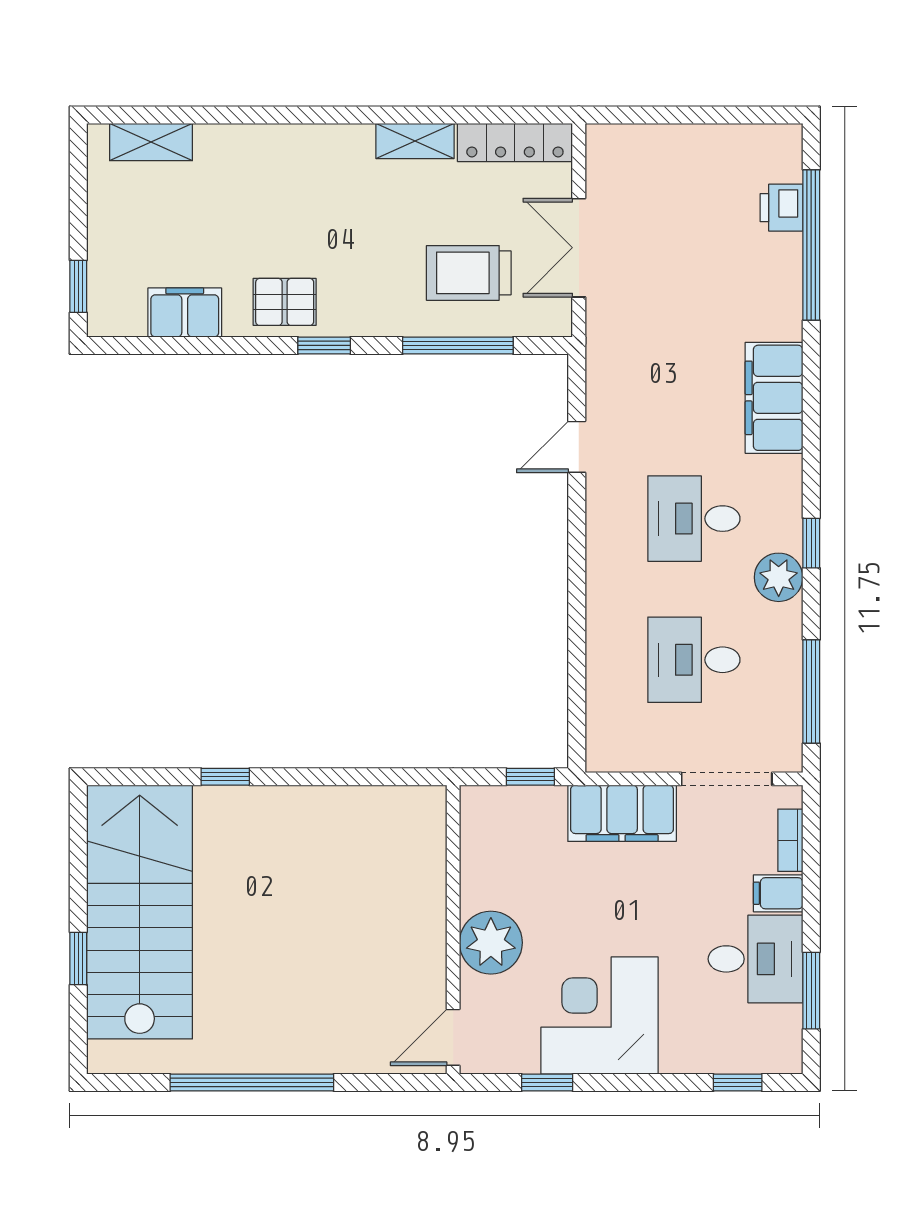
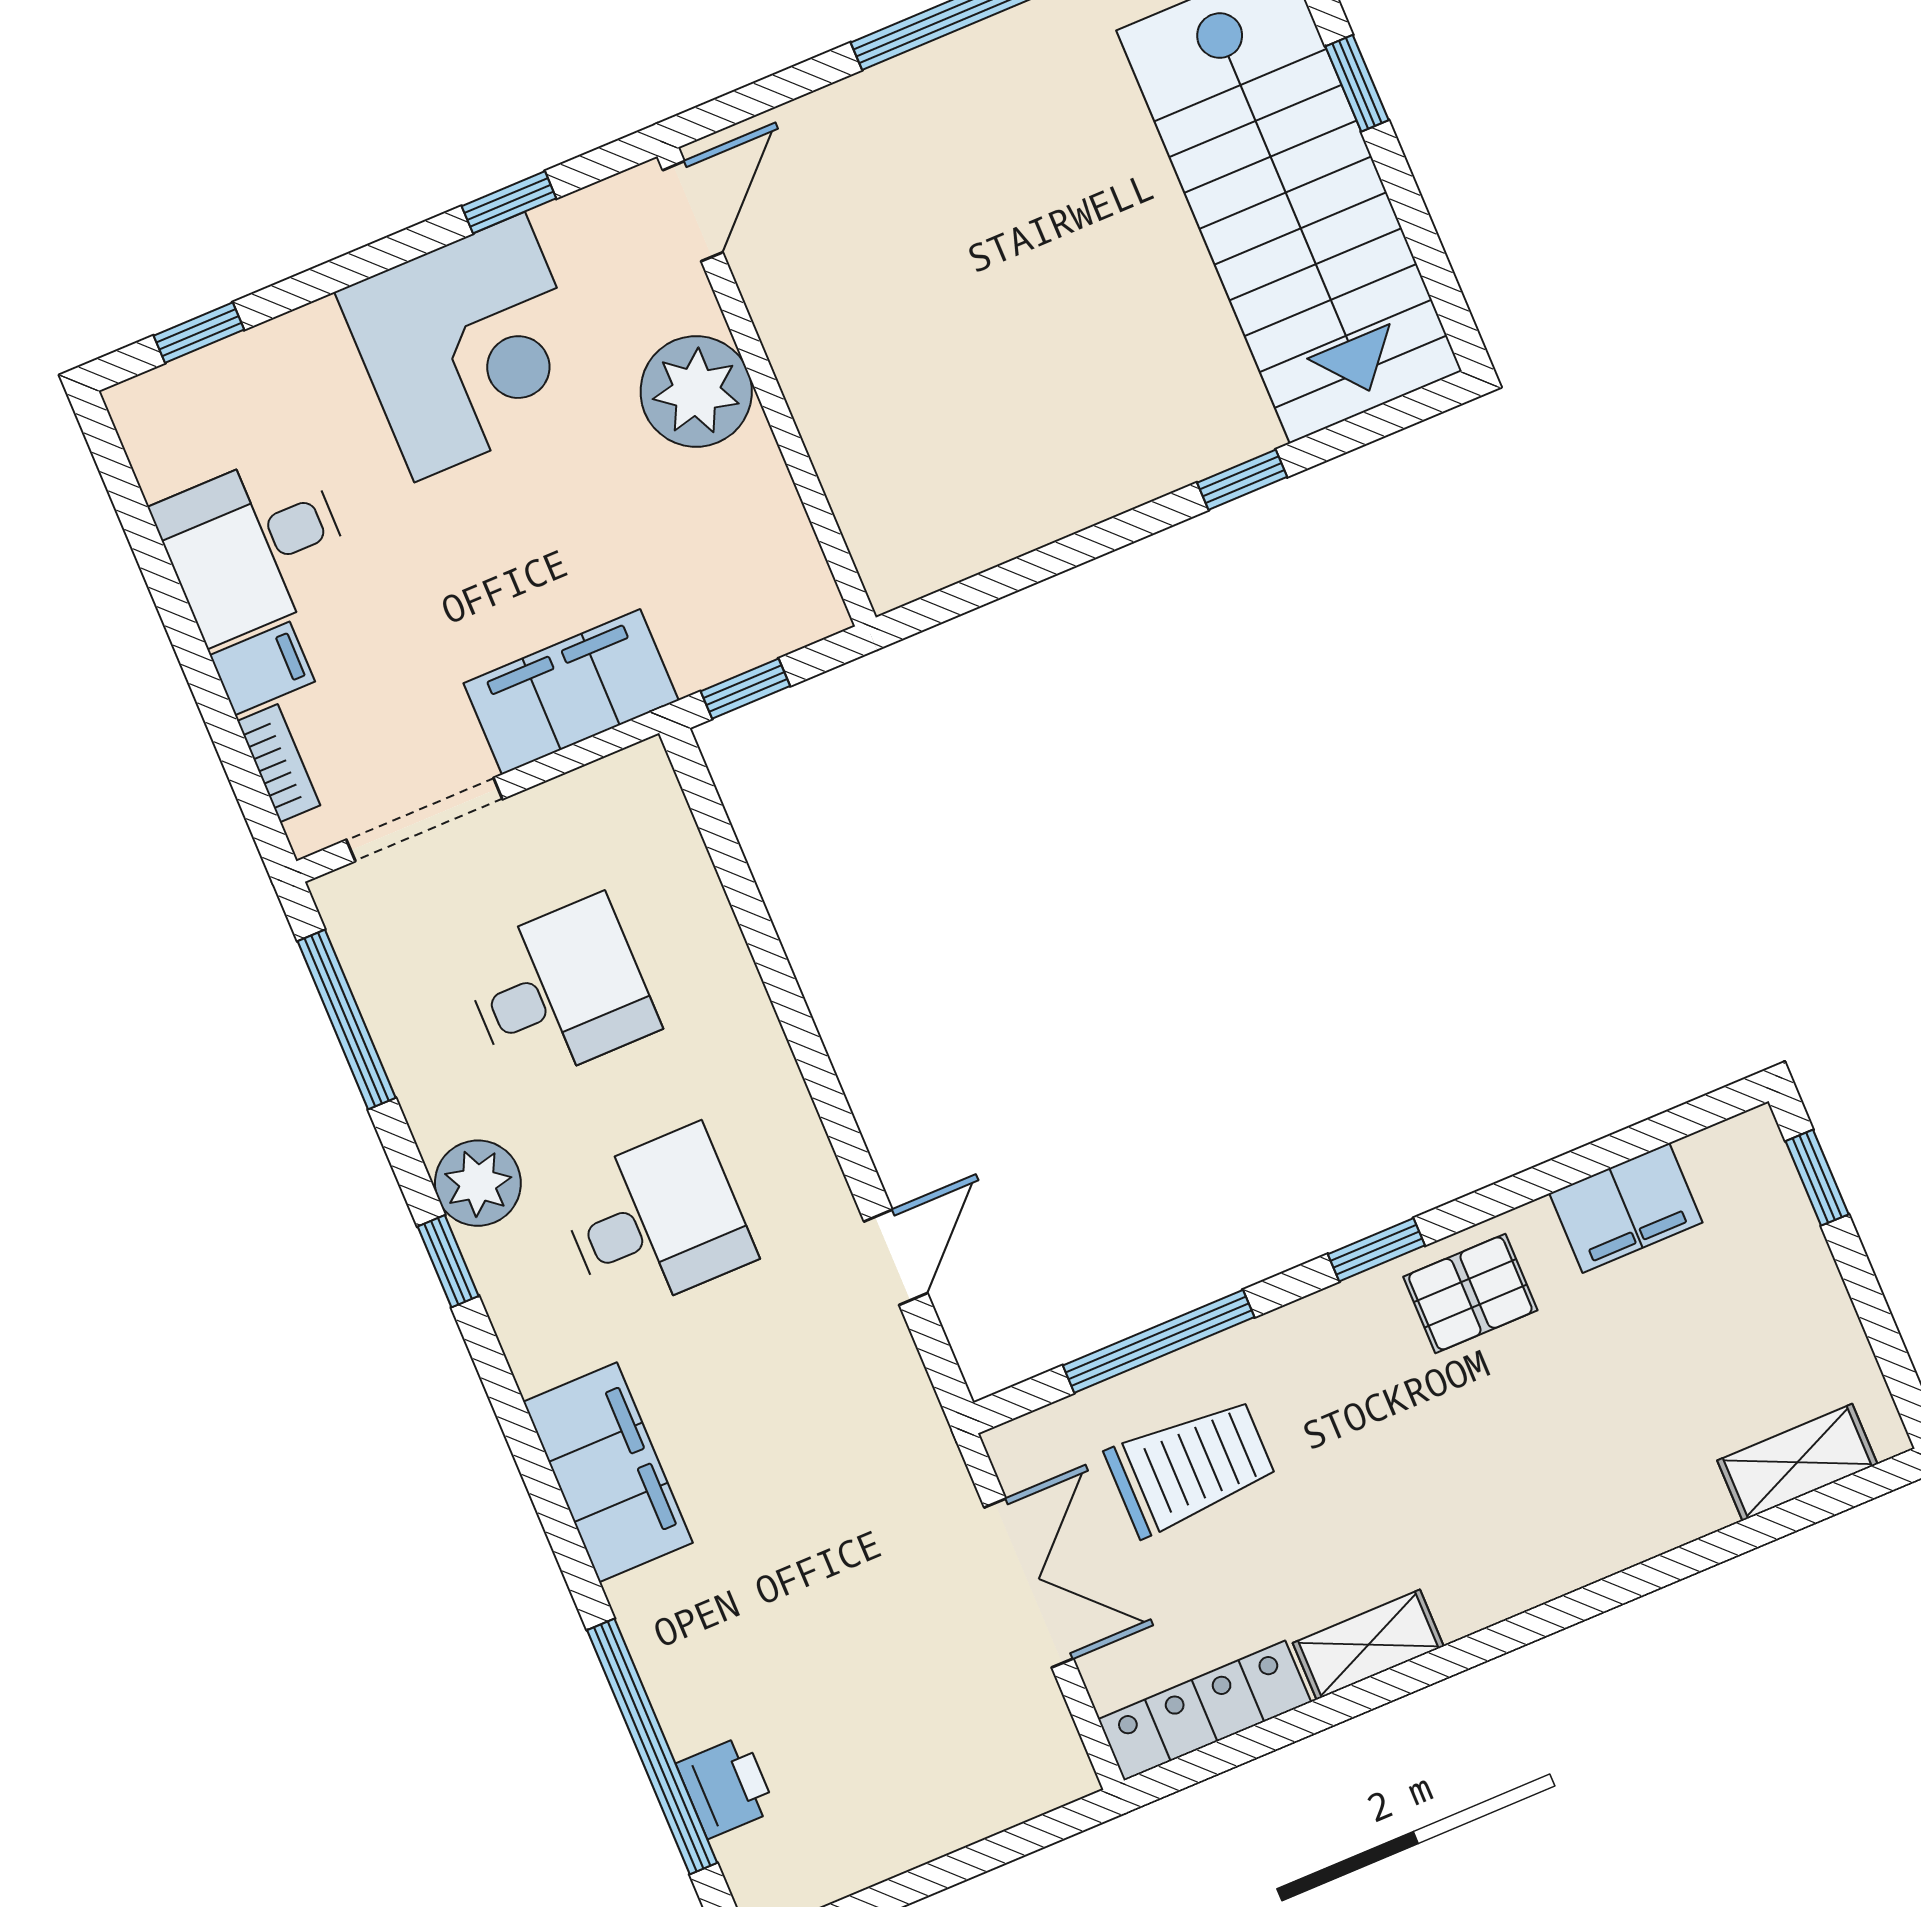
window: (811, 991) -> (142, 532), removed

